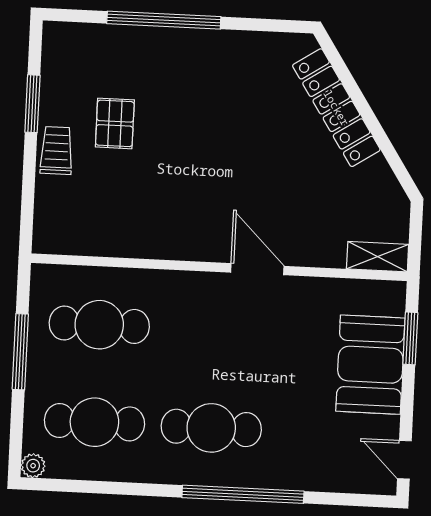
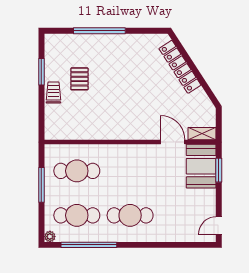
door: (257, 269) -> (173, 142), moved
booth: (370, 365) -> (201, 166), moved
door: (404, 460) -> (219, 226), hinge flipped
window: (243, 494) -> (89, 245), moved

